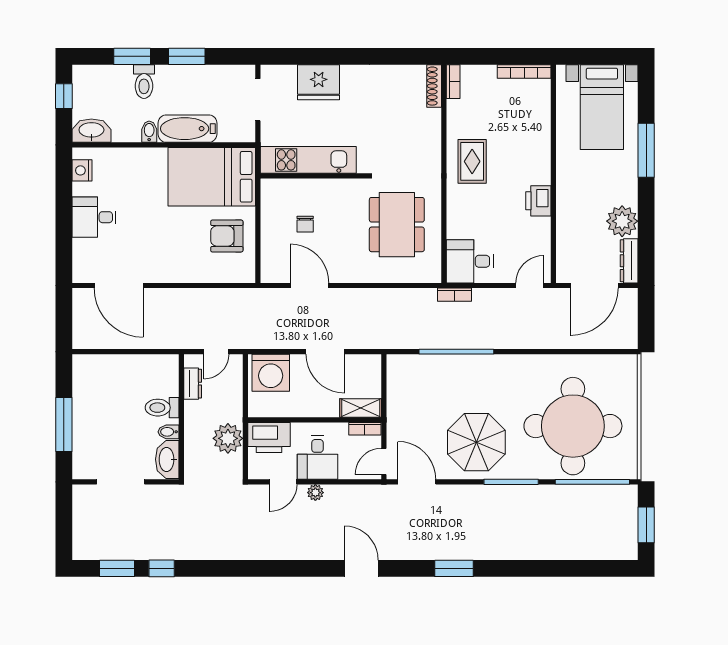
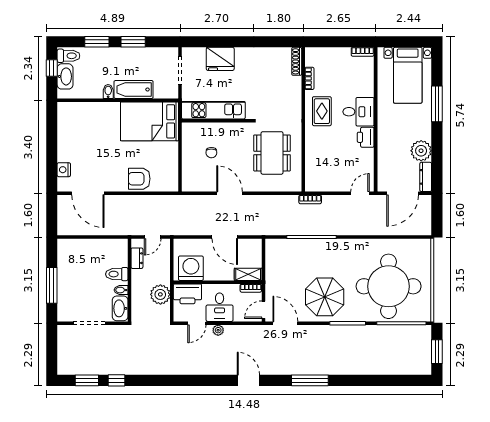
bookcase: (524, 72) -> (363, 52), width x0.64
toilet: (144, 82) -> (68, 56), moved, turned -90
bookcase: (453, 82) -> (309, 78), moved
washbasin: (91, 131) -> (65, 76), moved, turned 90
nightstand: (82, 170) -> (64, 170), moved
desk: (94, 217) -> (72, 148), removed
armchair: (227, 236) -> (139, 179), moved
desk: (470, 261) -> (358, 112), moved, turned 180
door: (310, 285) -> (230, 193), moved
washing machine: (271, 373) -> (191, 268), moved, turned 180
window: (454, 568) -> (310, 380), width x1.44

